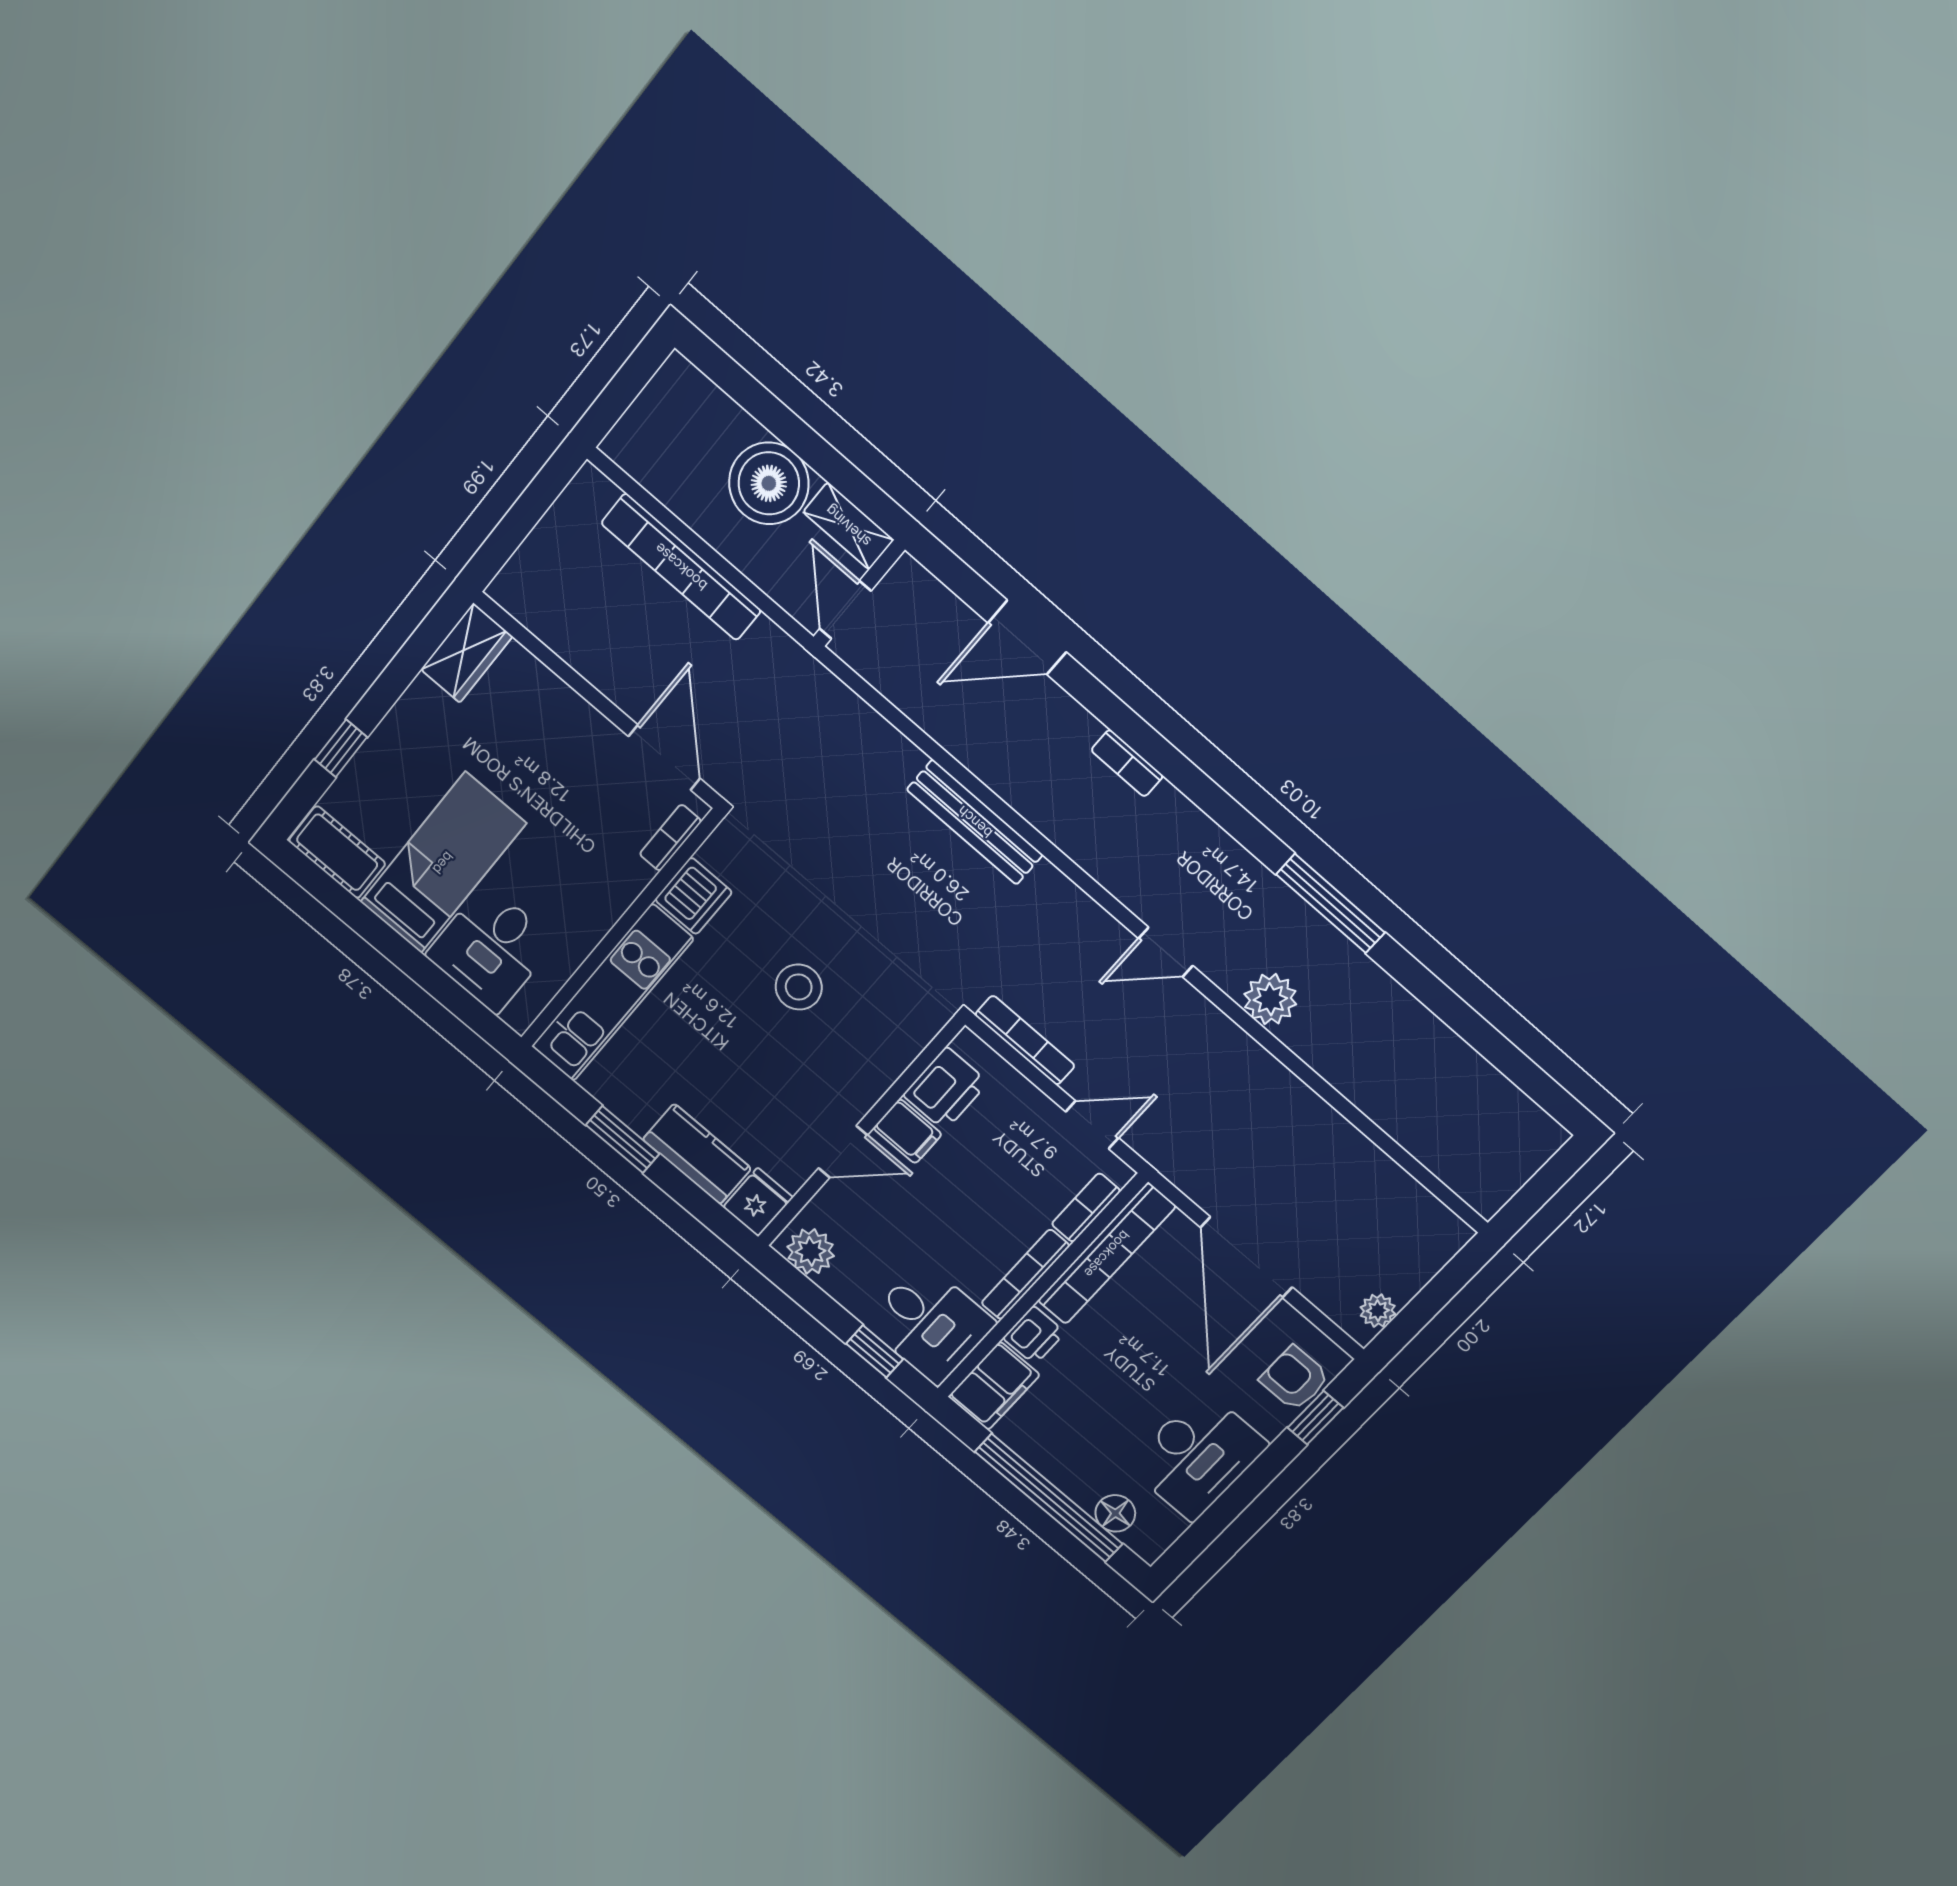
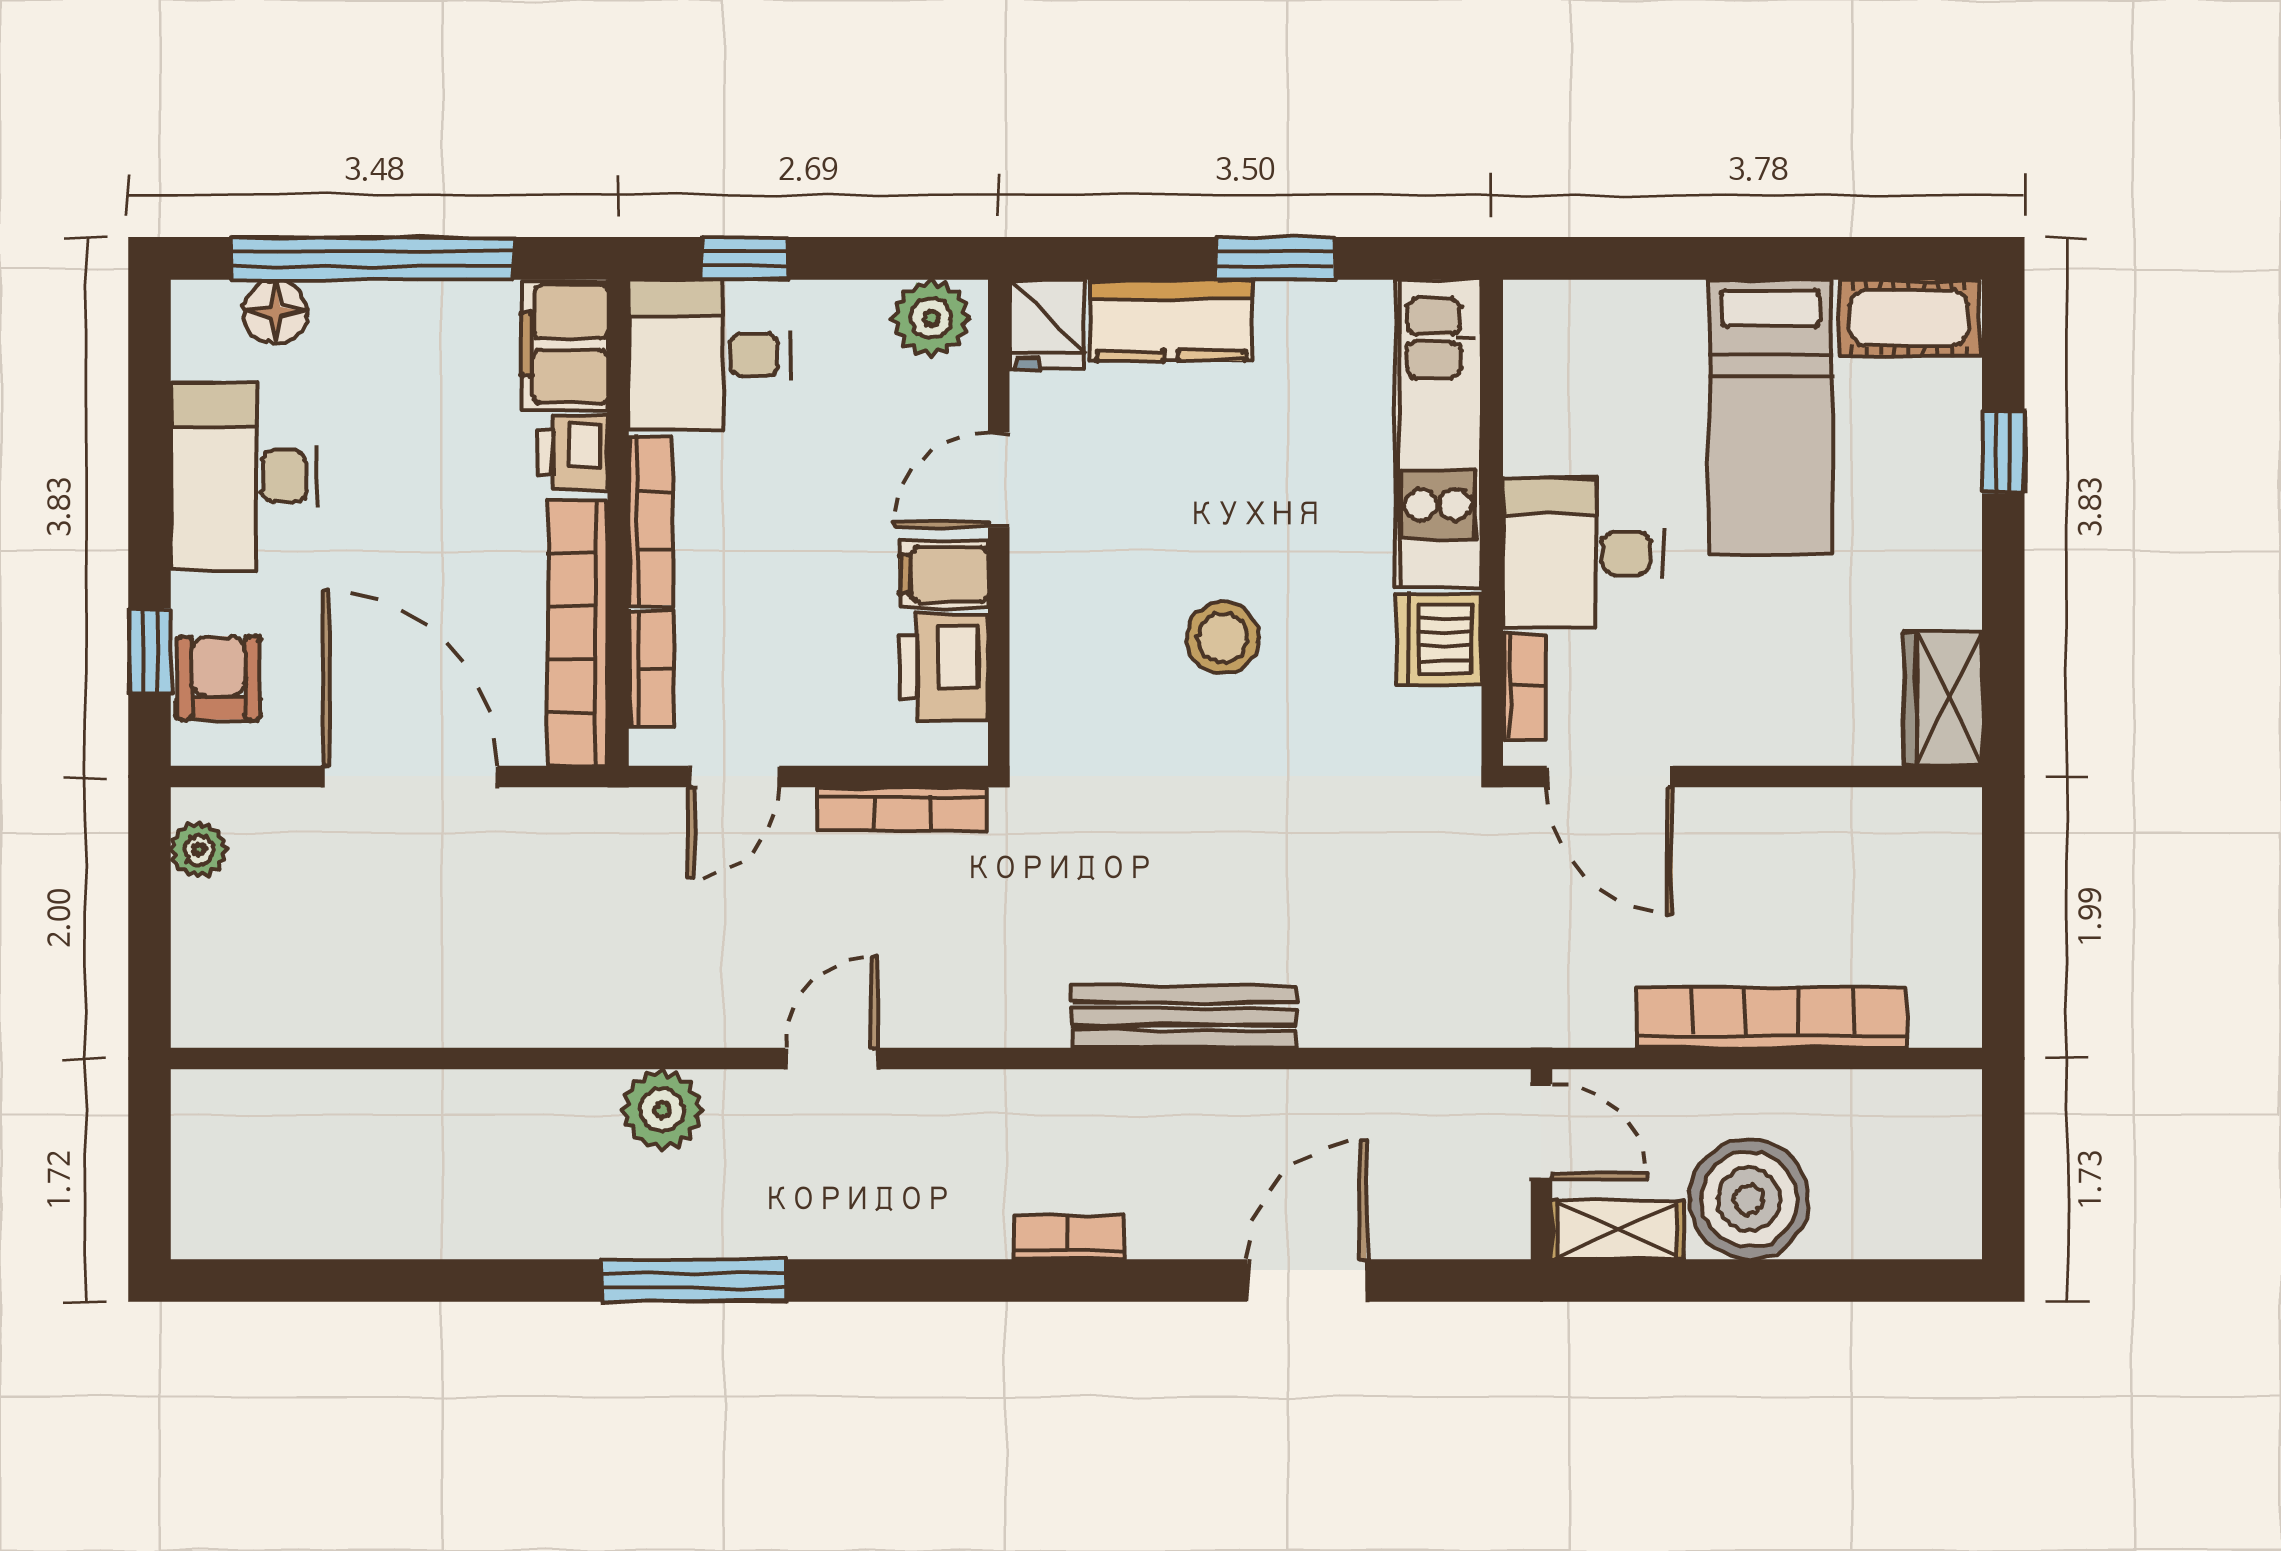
desk: (491, 949) -> (1583, 553), moved, turned -90
armchair: (1295, 1378) -> (218, 678), turned -90

